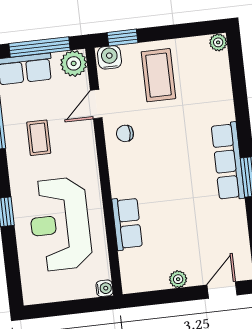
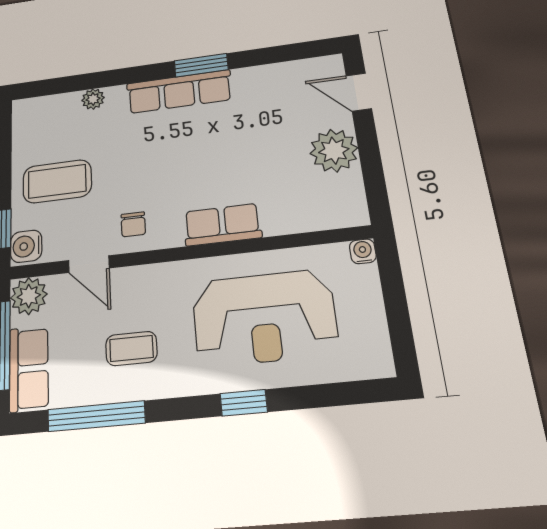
plant: (218, 42) -> (93, 99), moved
row of seats: (127, 224) -> (222, 225), moved
plant: (178, 279) -> (334, 151), width x1.87, depth x1.87

